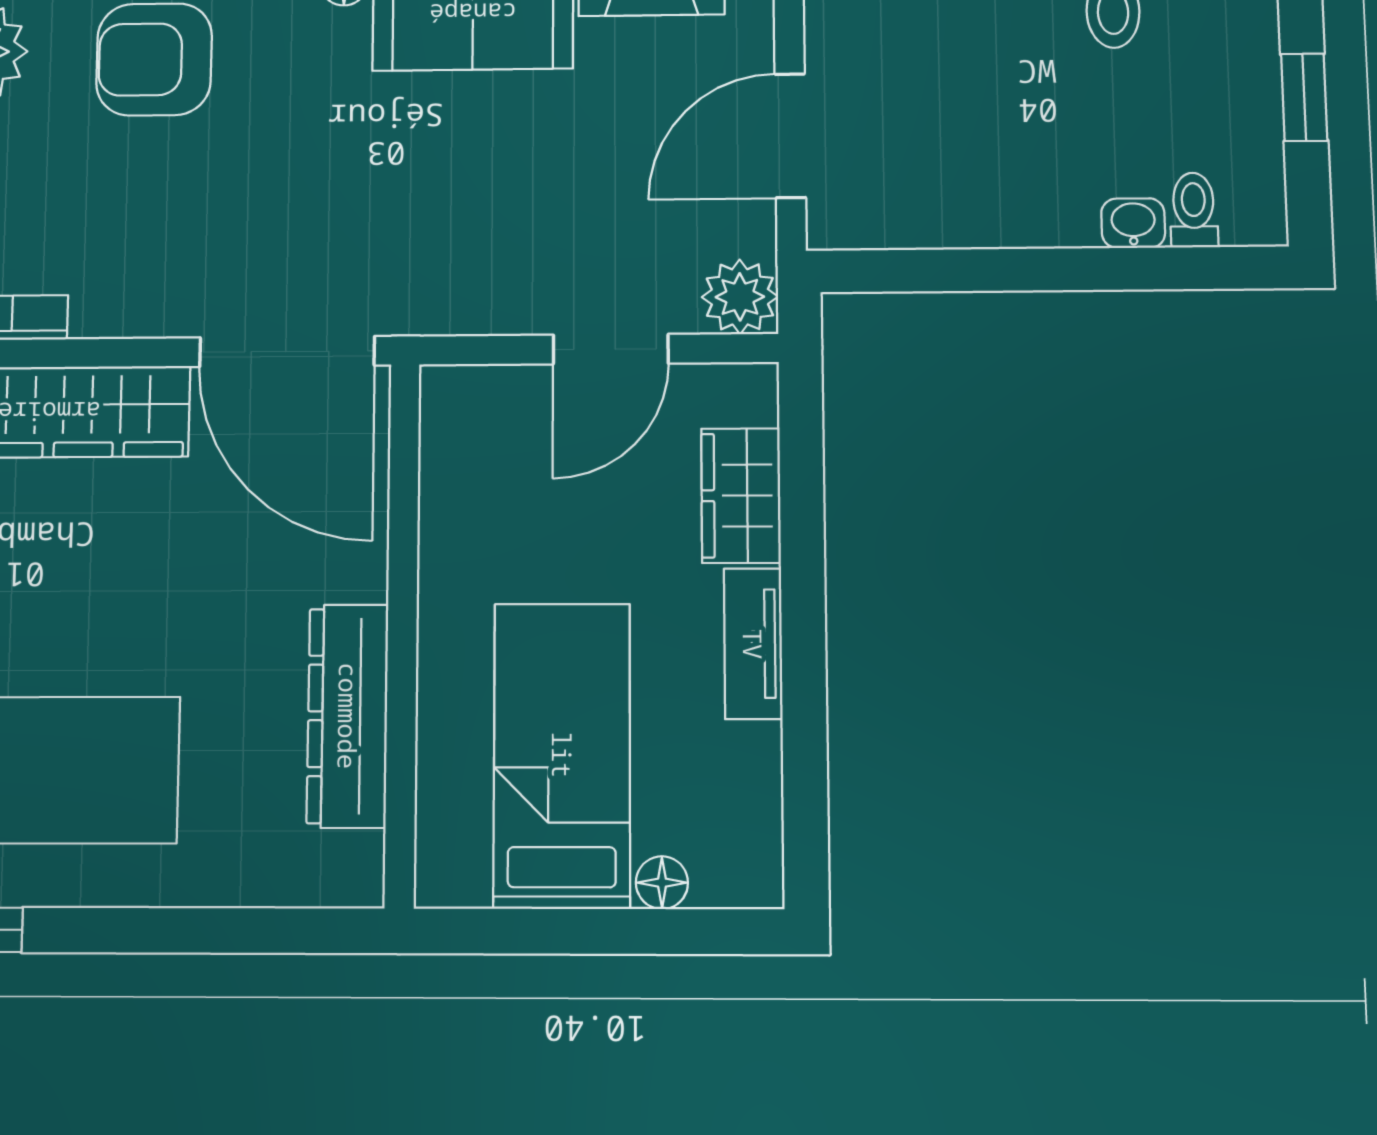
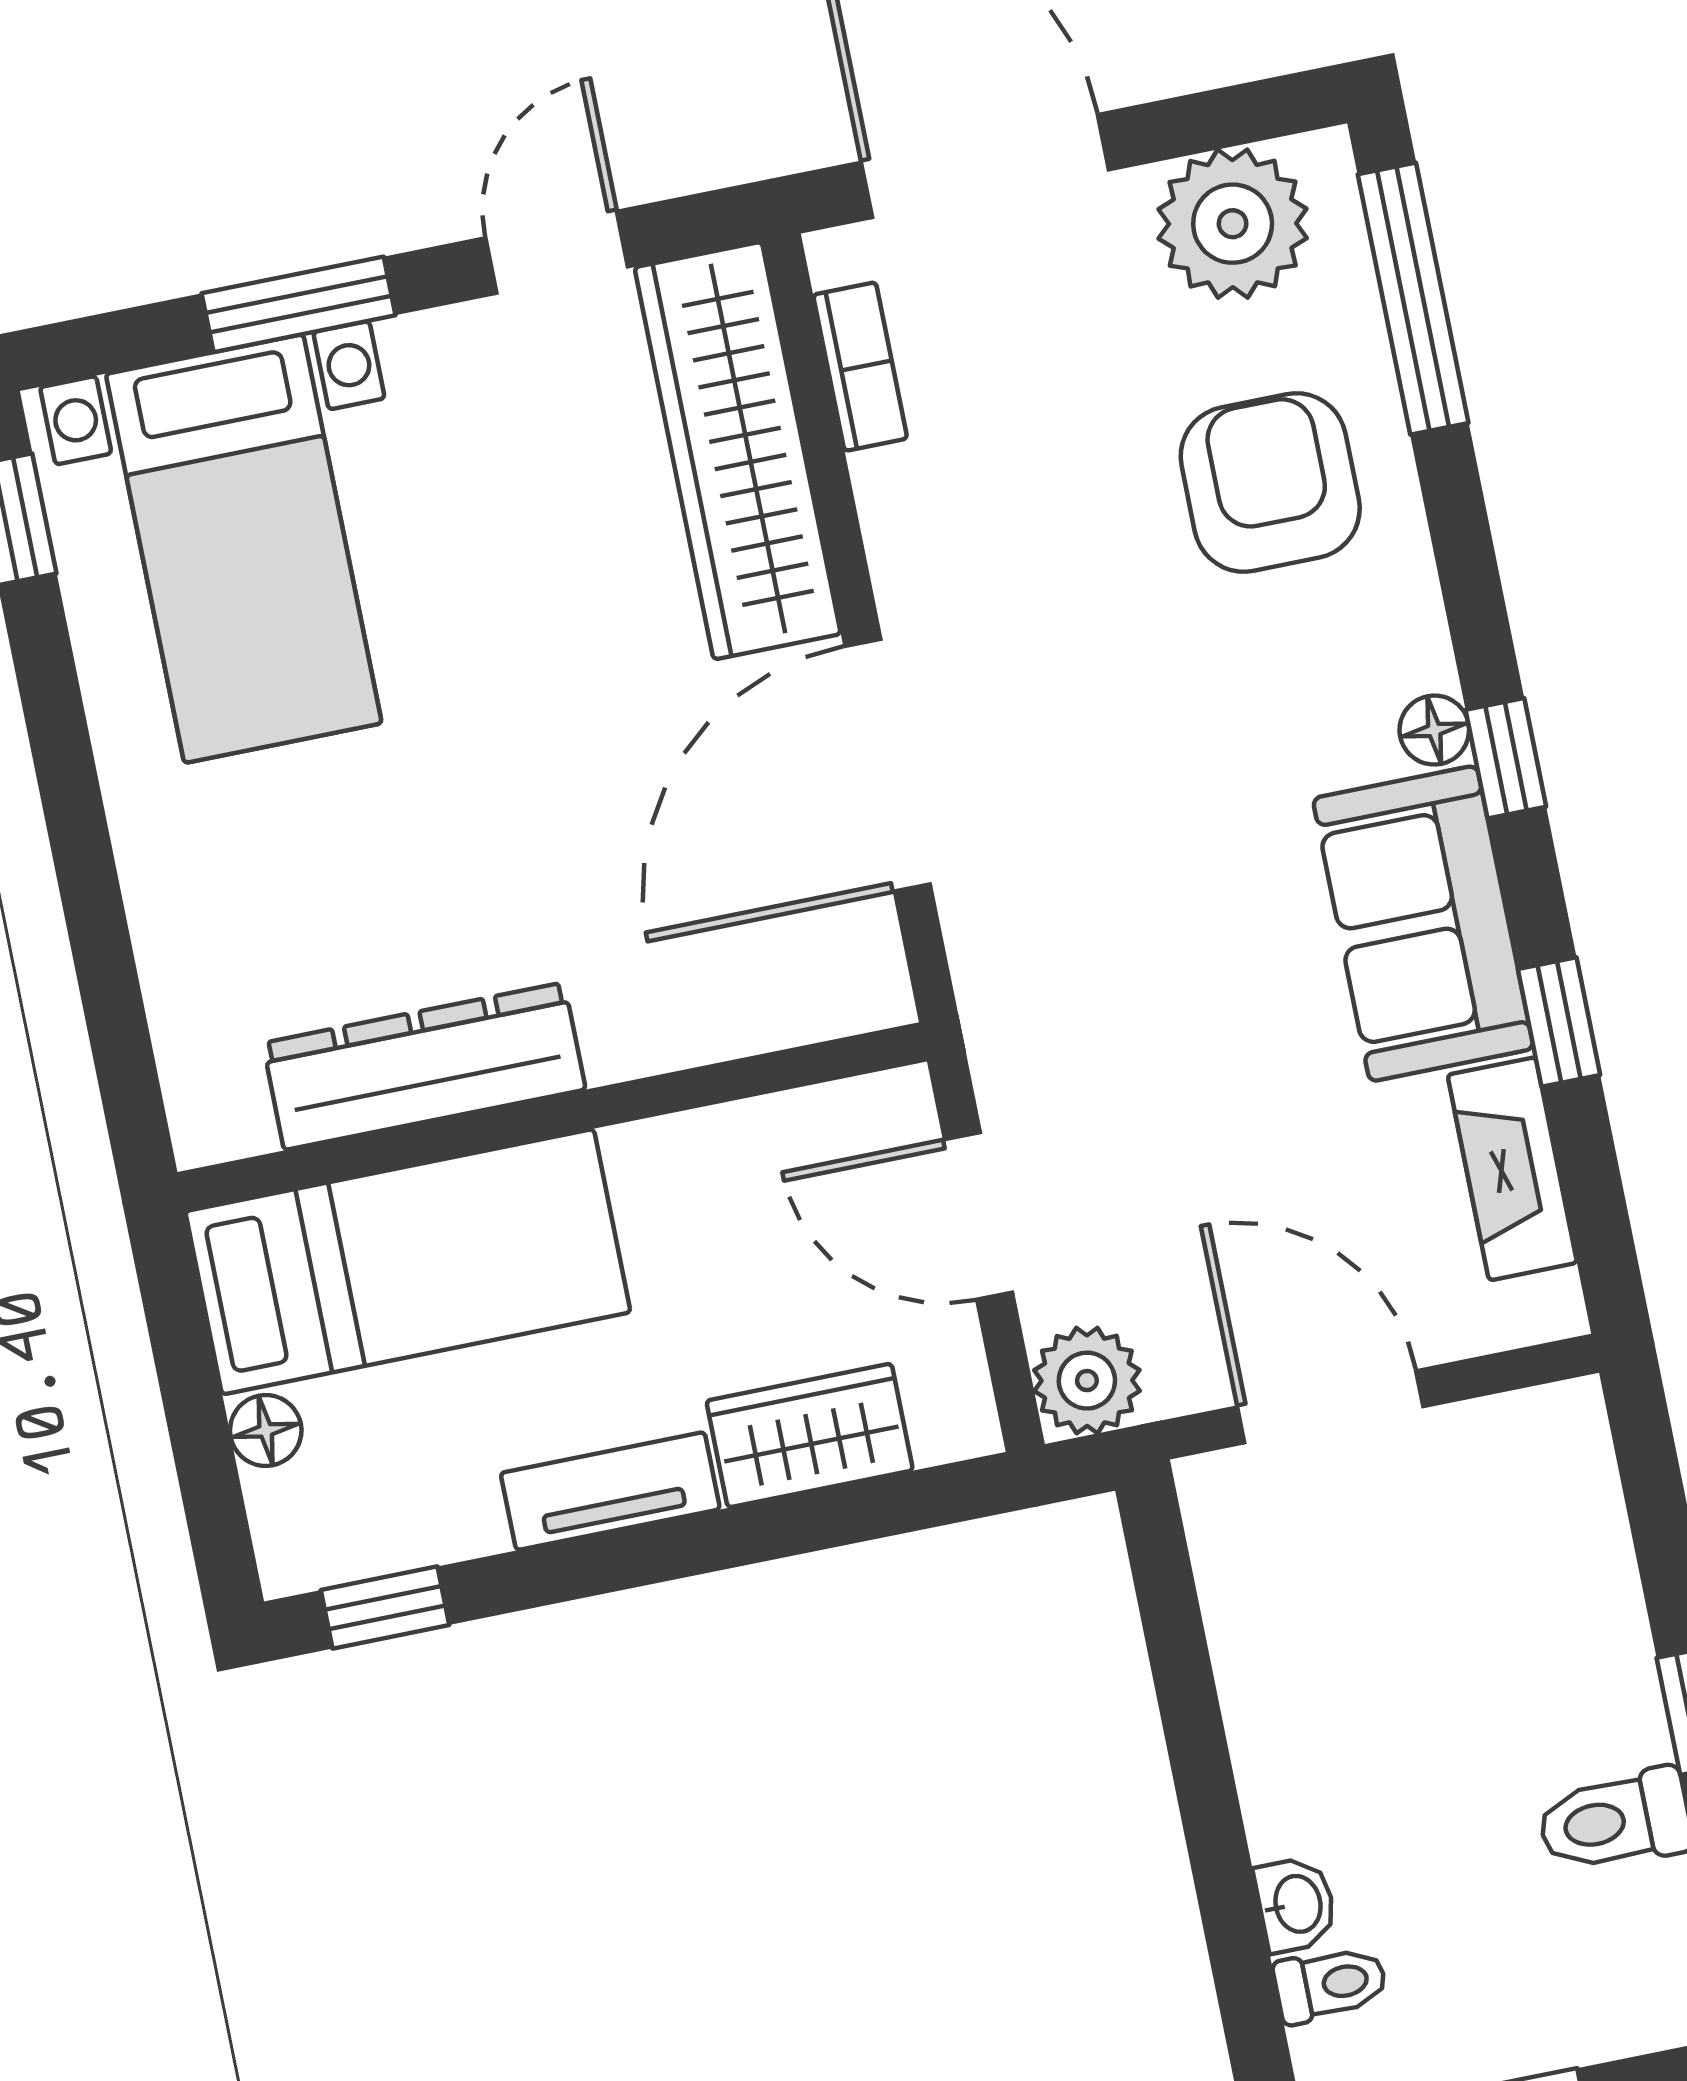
wall: (402, 632) -> (552, 1117), moved
dresser: (348, 716) -> (424, 1066), moved
window: (806, 822) -> (385, 1607), added

